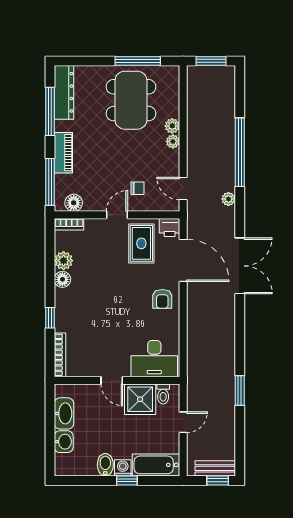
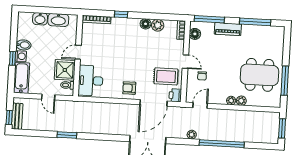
dresser: (64, 92) -> (267, 32), removed

